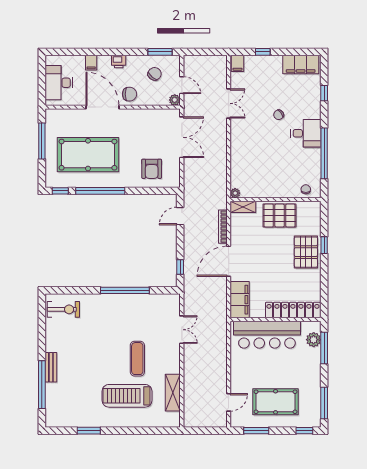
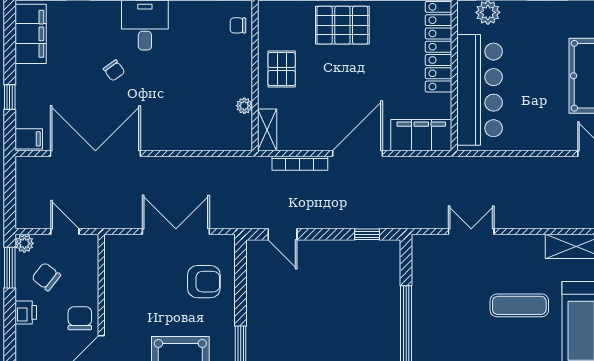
printer: (119, 62) -> (26, 312), moved
door: (182, 85) -> (65, 231), hinge flipped
plant: (175, 100) -> (24, 243), moved
double door: (229, 103) -> (95, 154), width x1.87
double door: (182, 137) -> (176, 231), moved
plant: (235, 193) -> (244, 106), moved
pallet: (280, 216) -> (282, 69), width x0.67, depth x0.71
door: (229, 261) -> (358, 154), swing flipped

